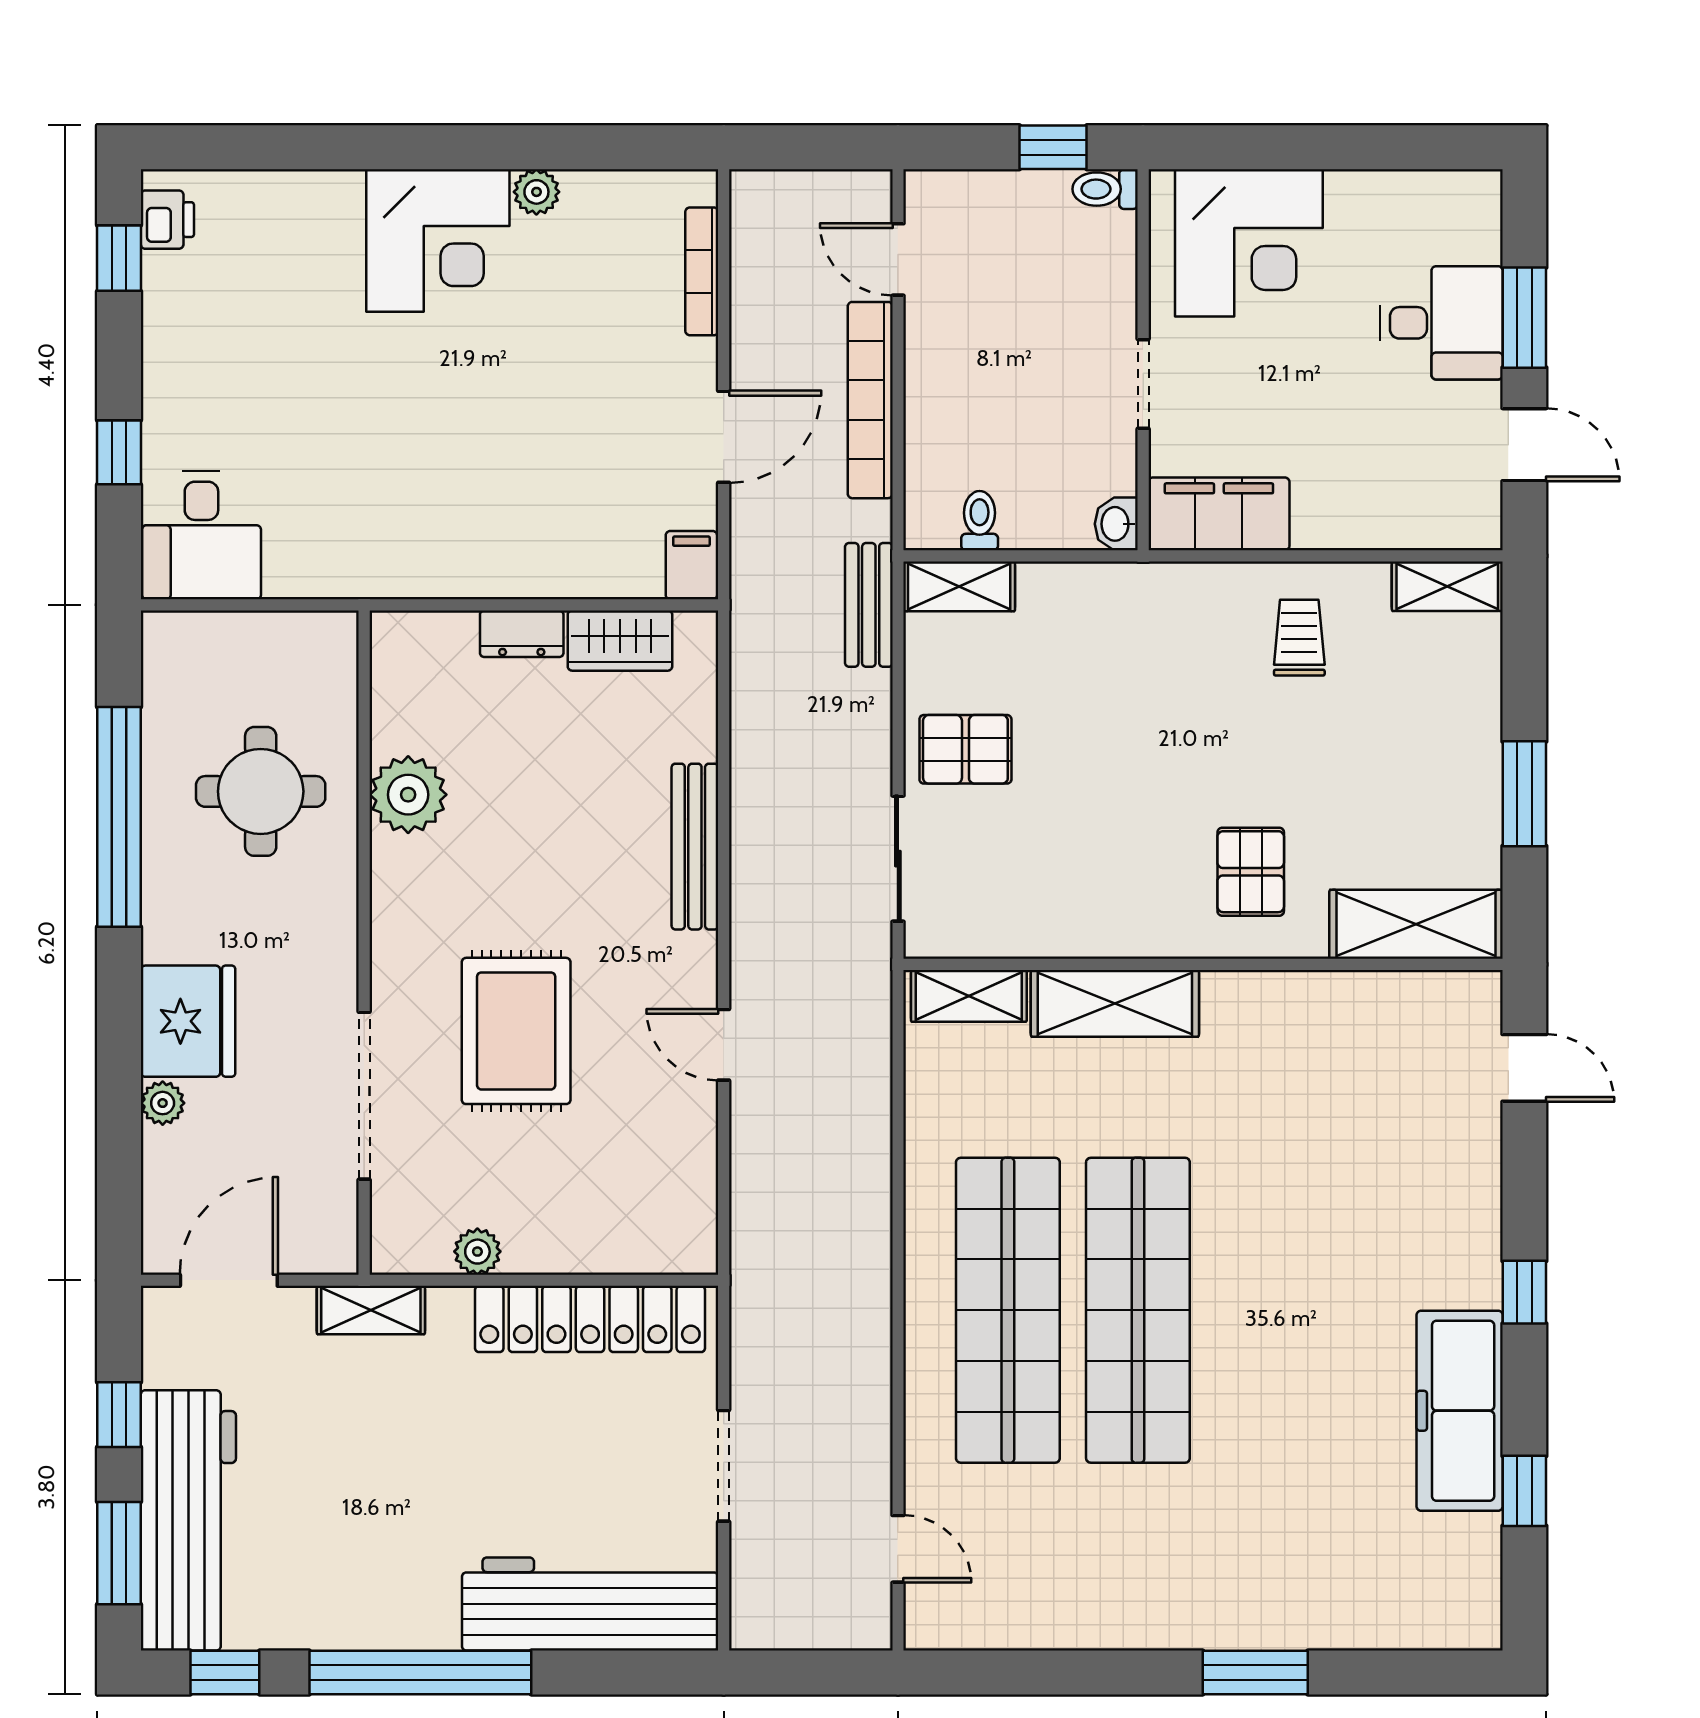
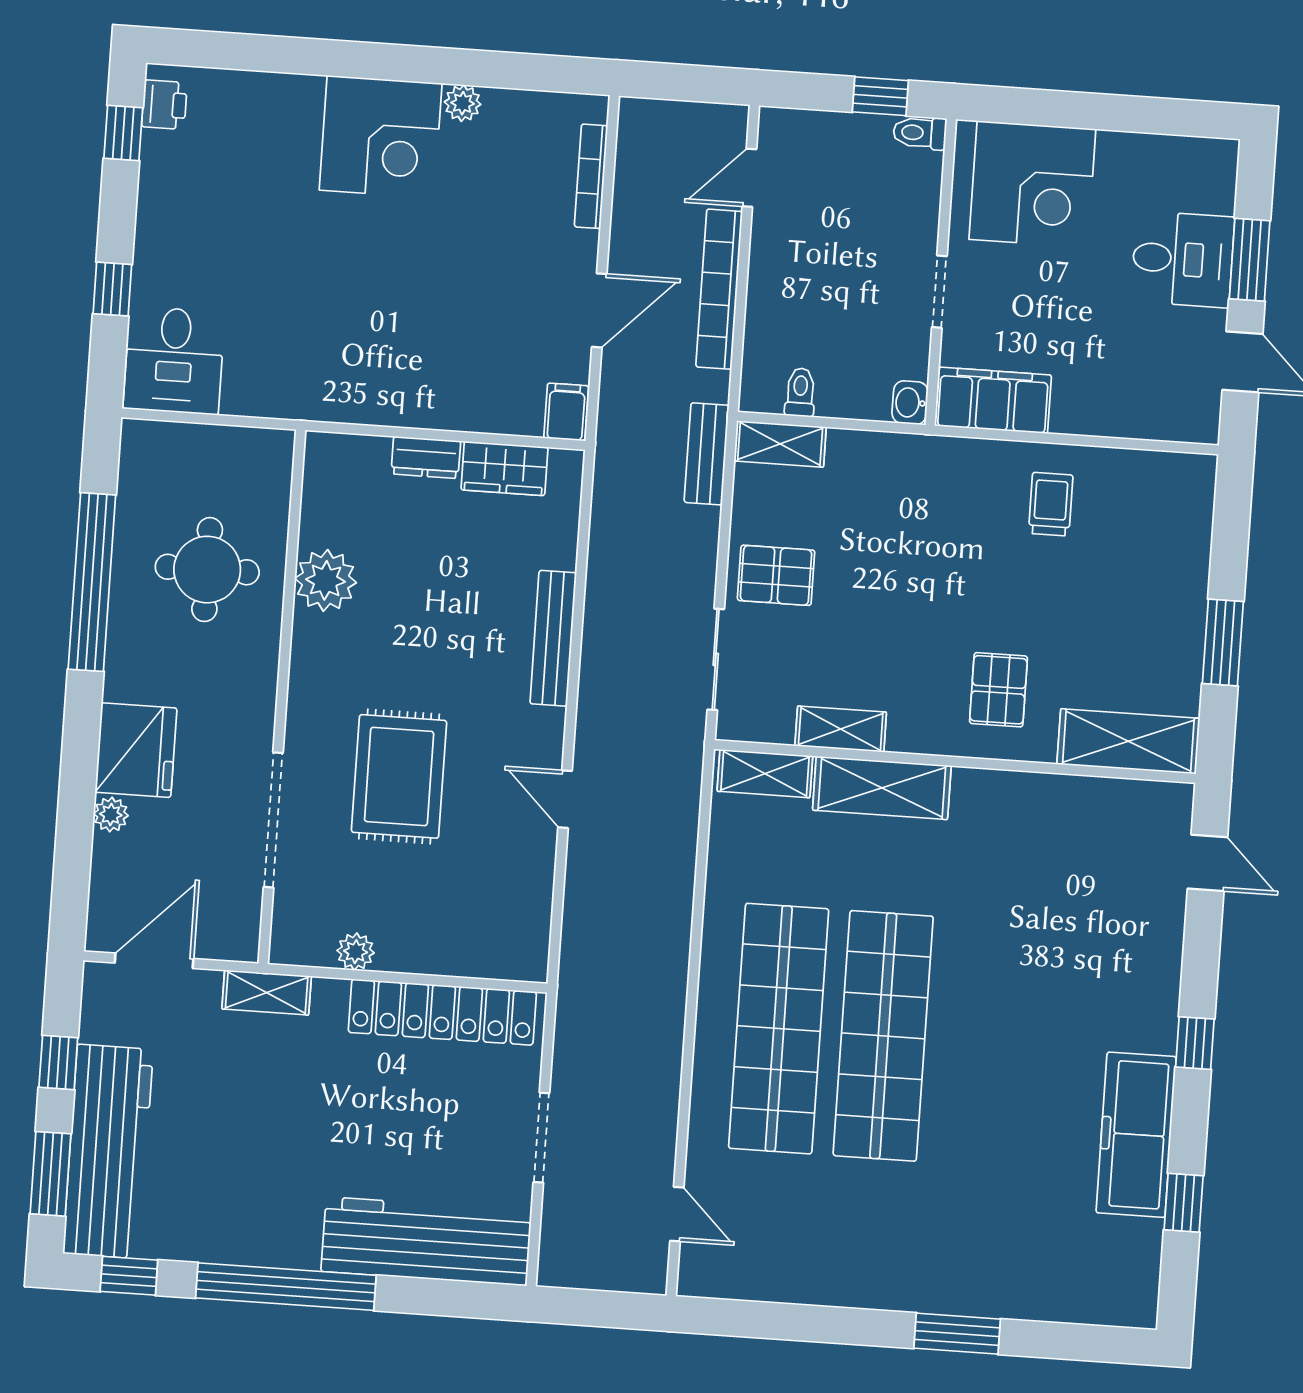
door: (898, 259) -> (749, 178), hinge flipped
shelving: (1447, 586) -> (841, 729), moved

